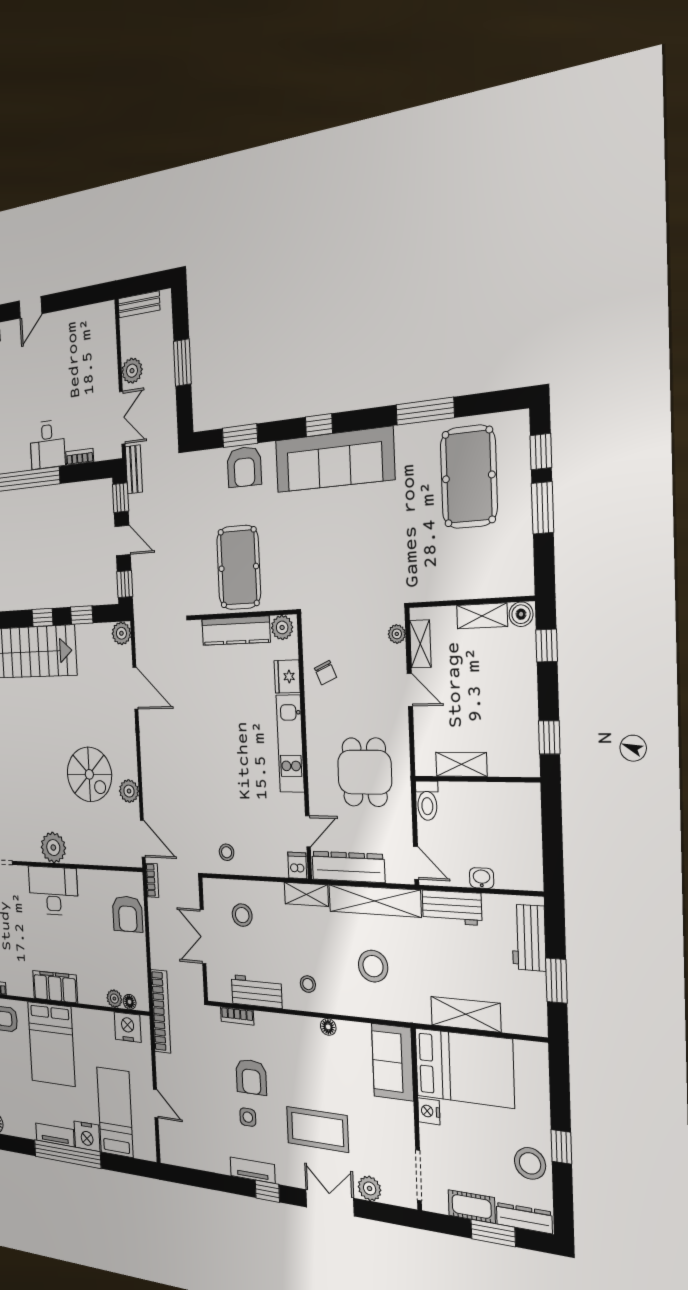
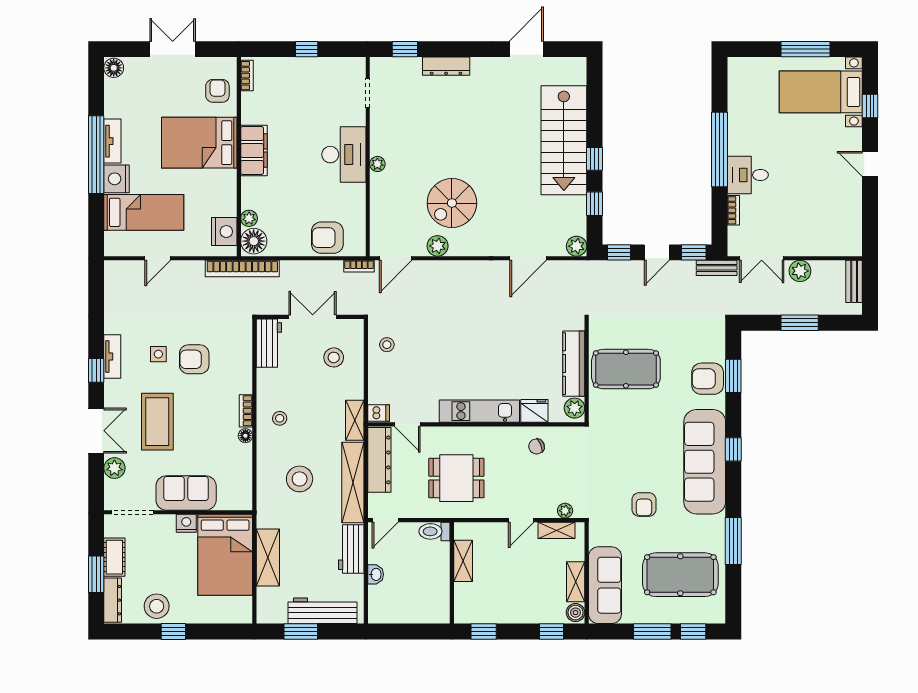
armchair: (386, 533) -> (644, 505), added
sofa: (485, 577) -> (605, 585), added
plant: (53, 848) -> (377, 164), width x0.53, depth x0.53
workbench: (529, 938) -> (323, 611), width x1.38
workbench: (257, 991) -> (269, 343), moved
floor lamp: (130, 1002) -> (254, 241), width x1.89, depth x1.89
bookcase: (237, 1016) -> (246, 411), moved
sofa: (392, 1062) -> (186, 493), moved

